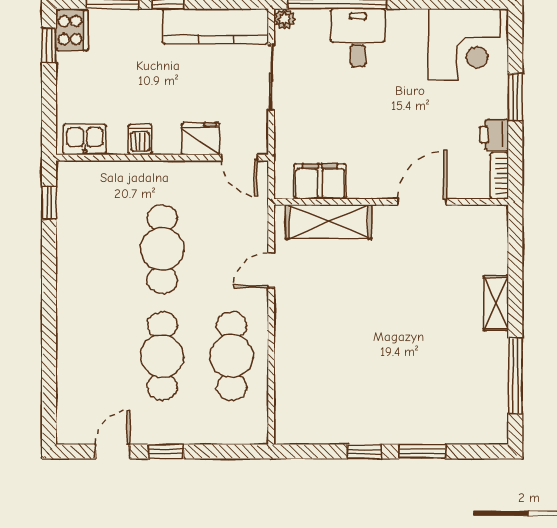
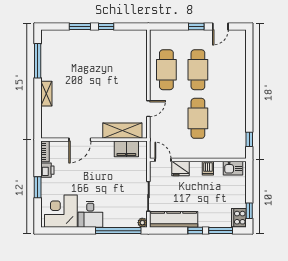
desk: (358, 38) -> (90, 214), moved

